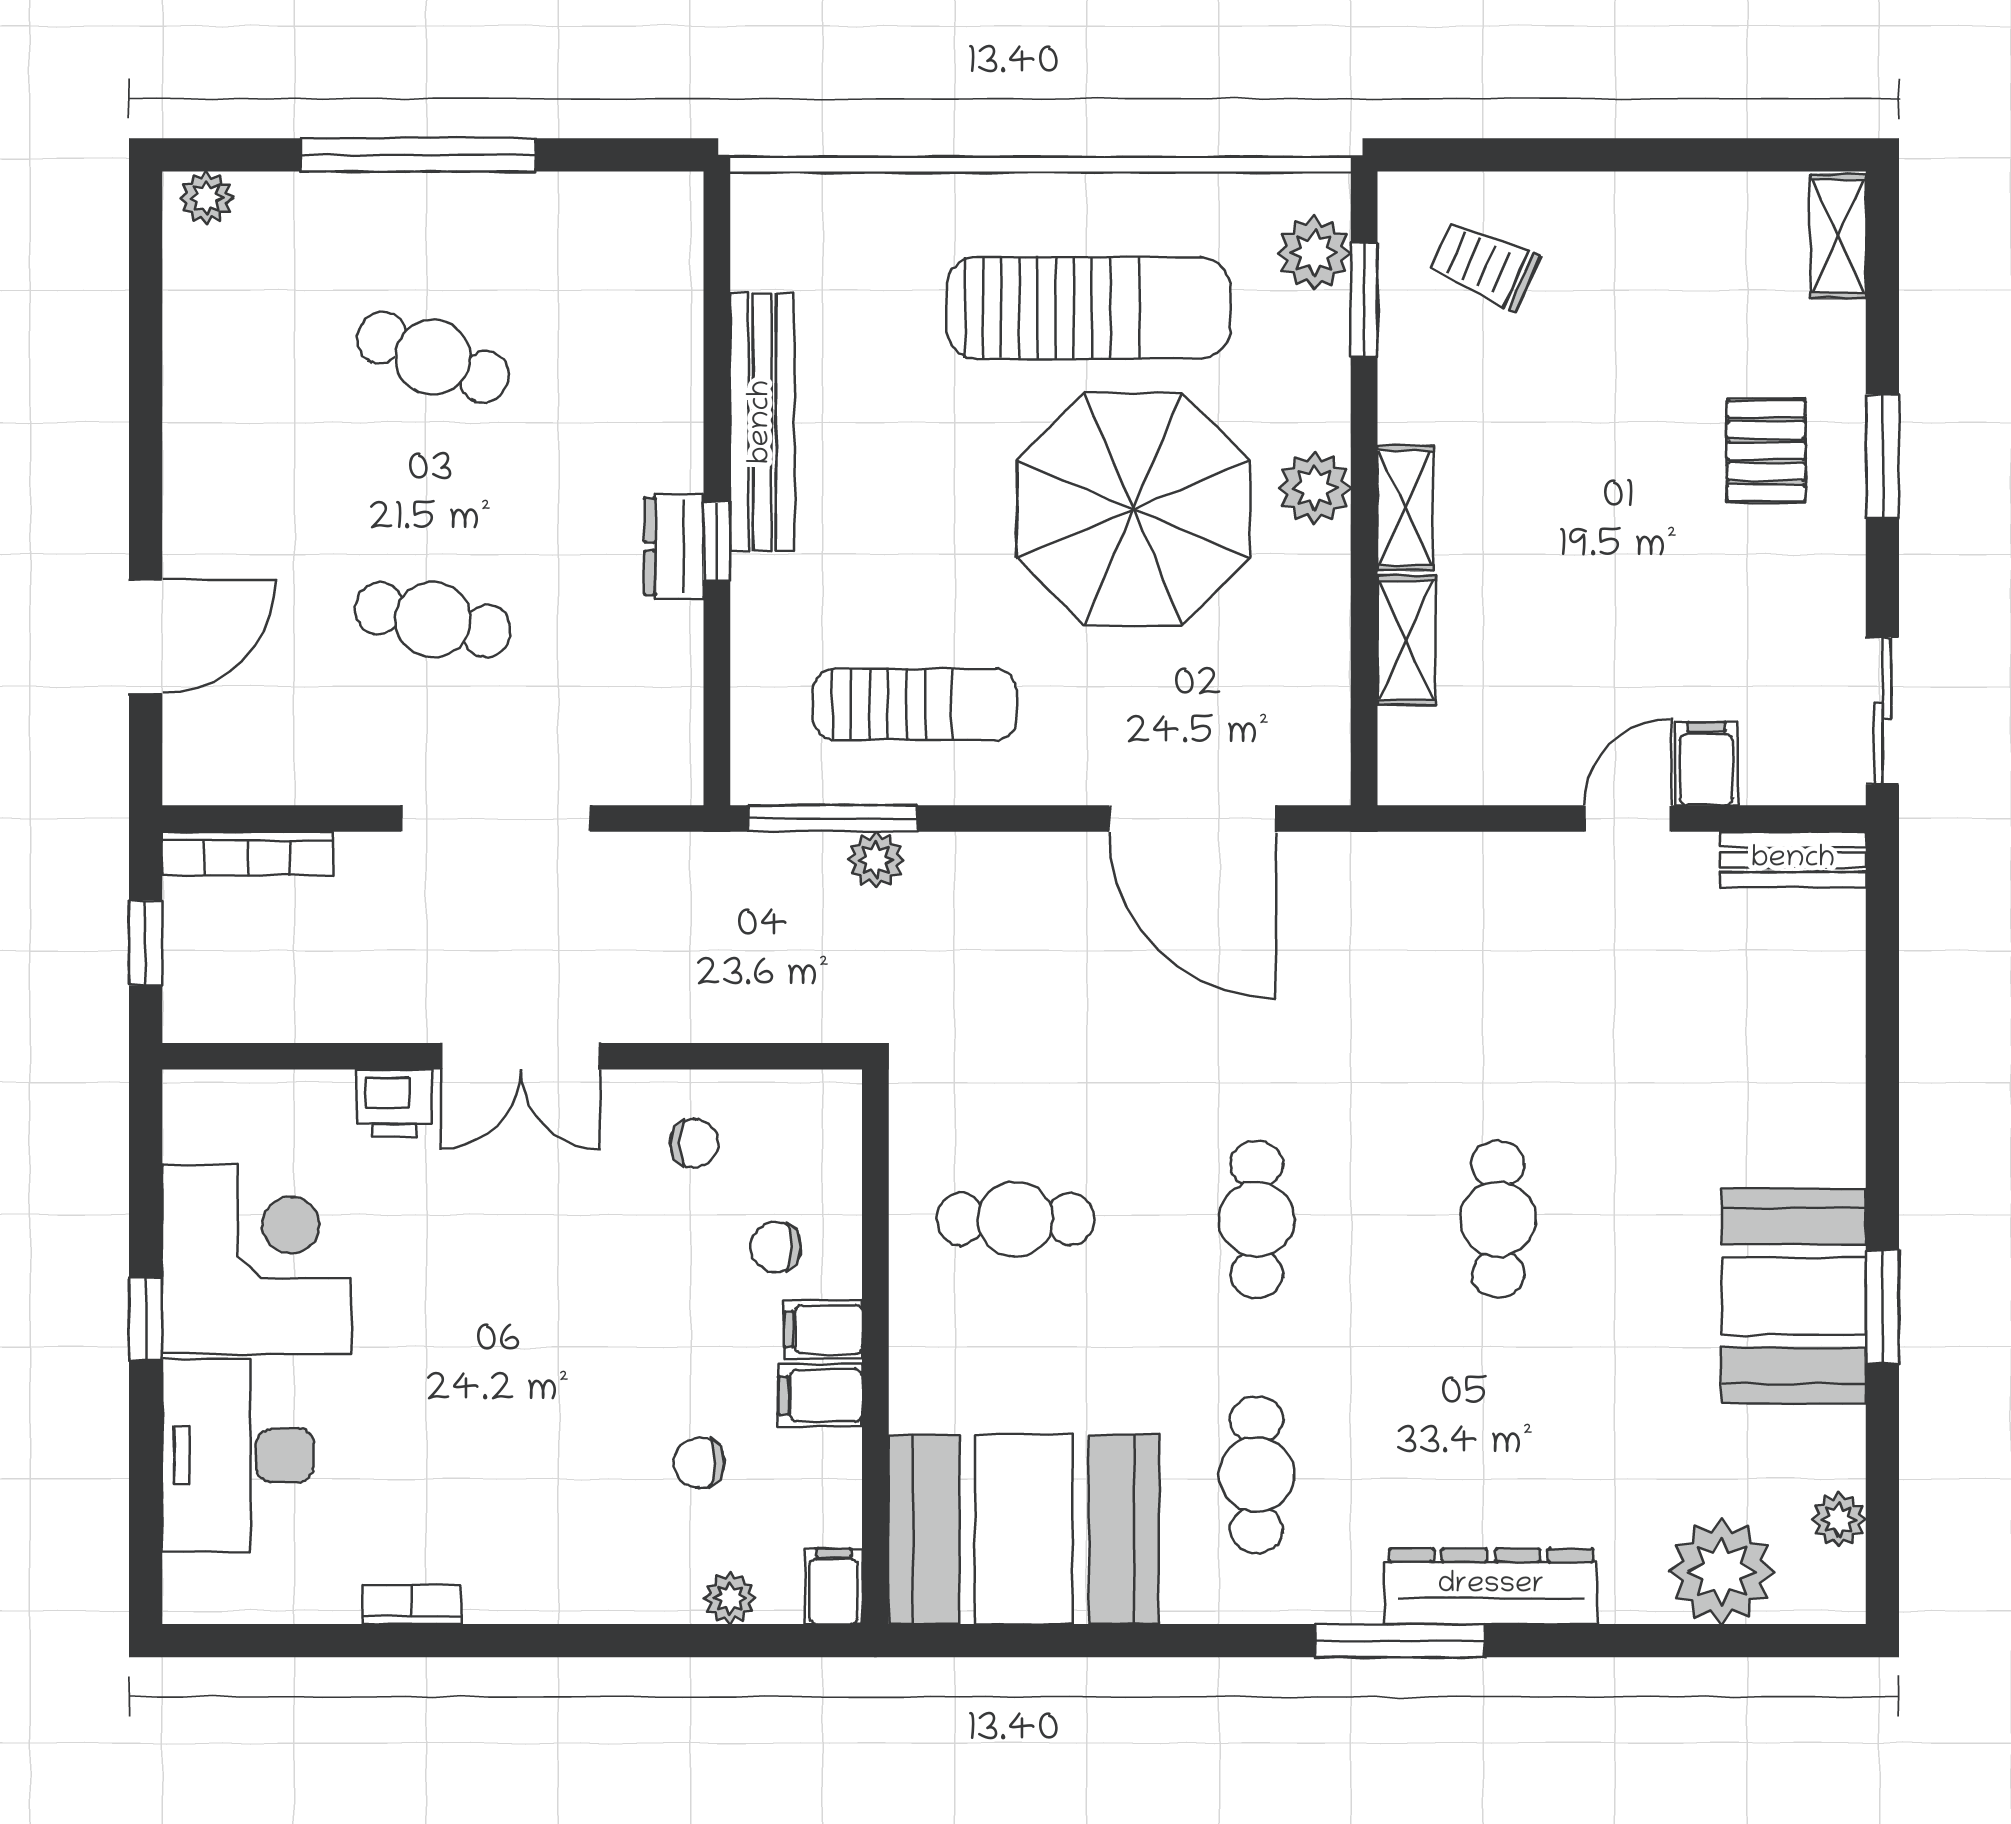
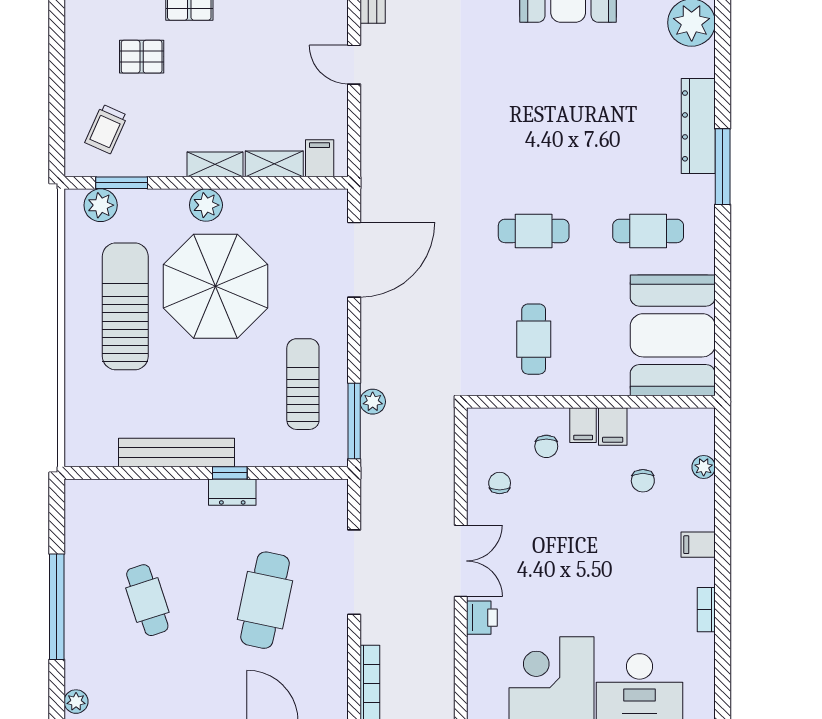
pallet: (1645, 344) -> (142, 57), added
cafe table: (433, 357) -> (147, 600), turned -39
cafe table: (433, 620) -> (265, 600), width x1.37, depth x1.35
filing cabinet: (1706, 764) -> (320, 158), moved, turned 90
cafe table: (1498, 1219) -> (534, 123), removed
filing cabinet: (834, 1586) -> (698, 545), moved

